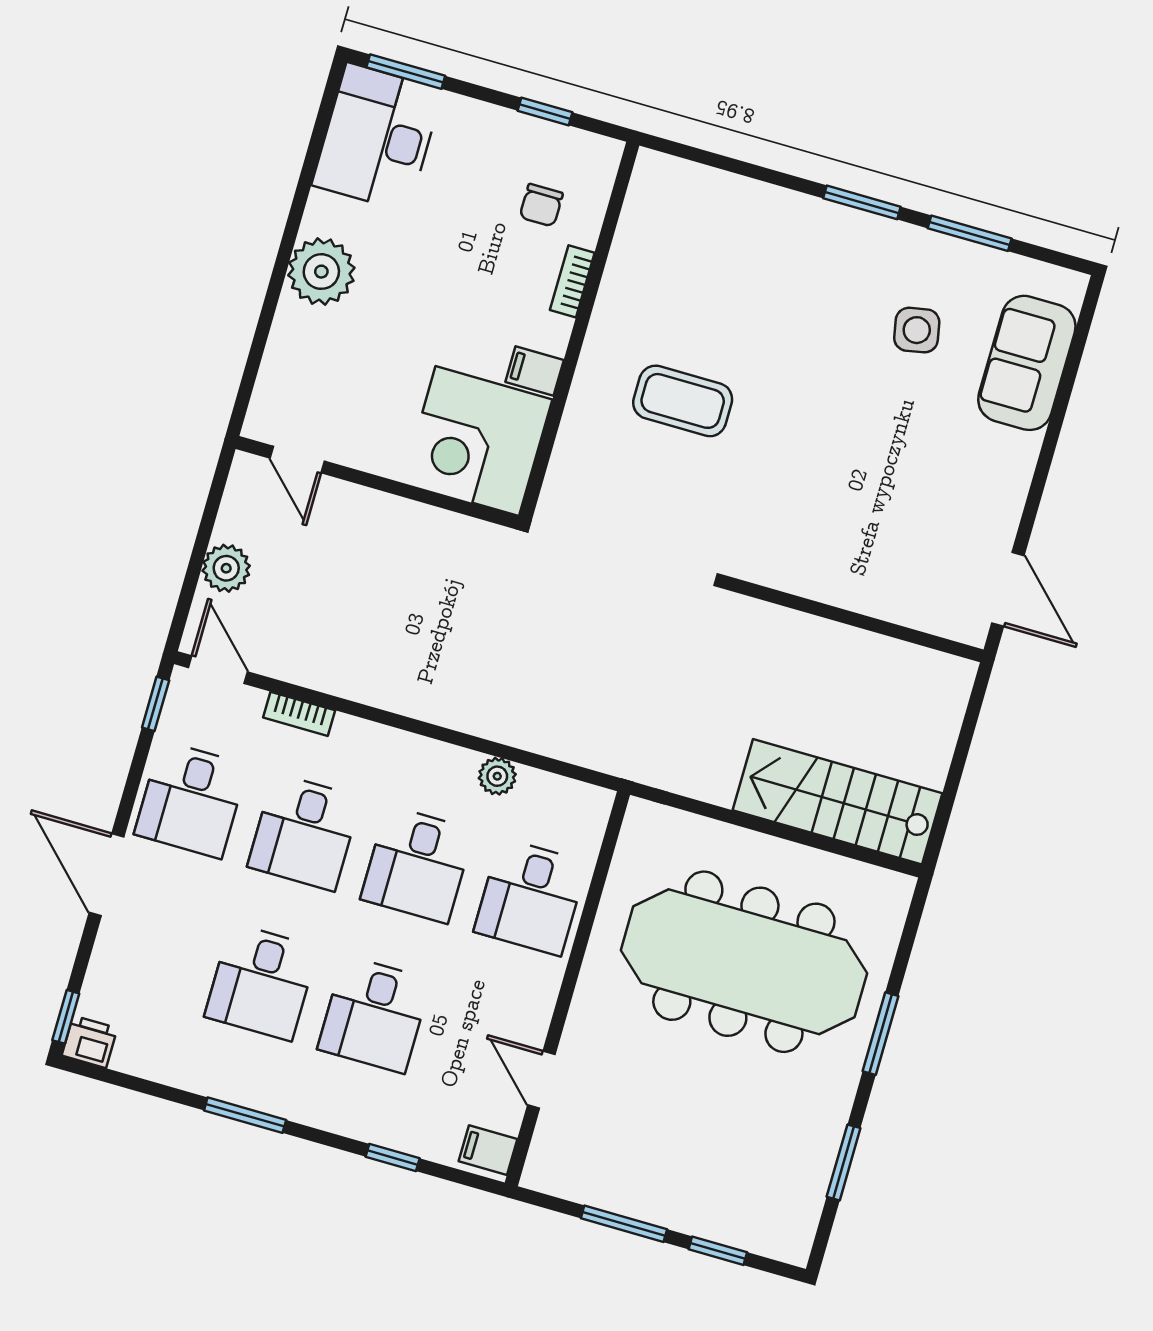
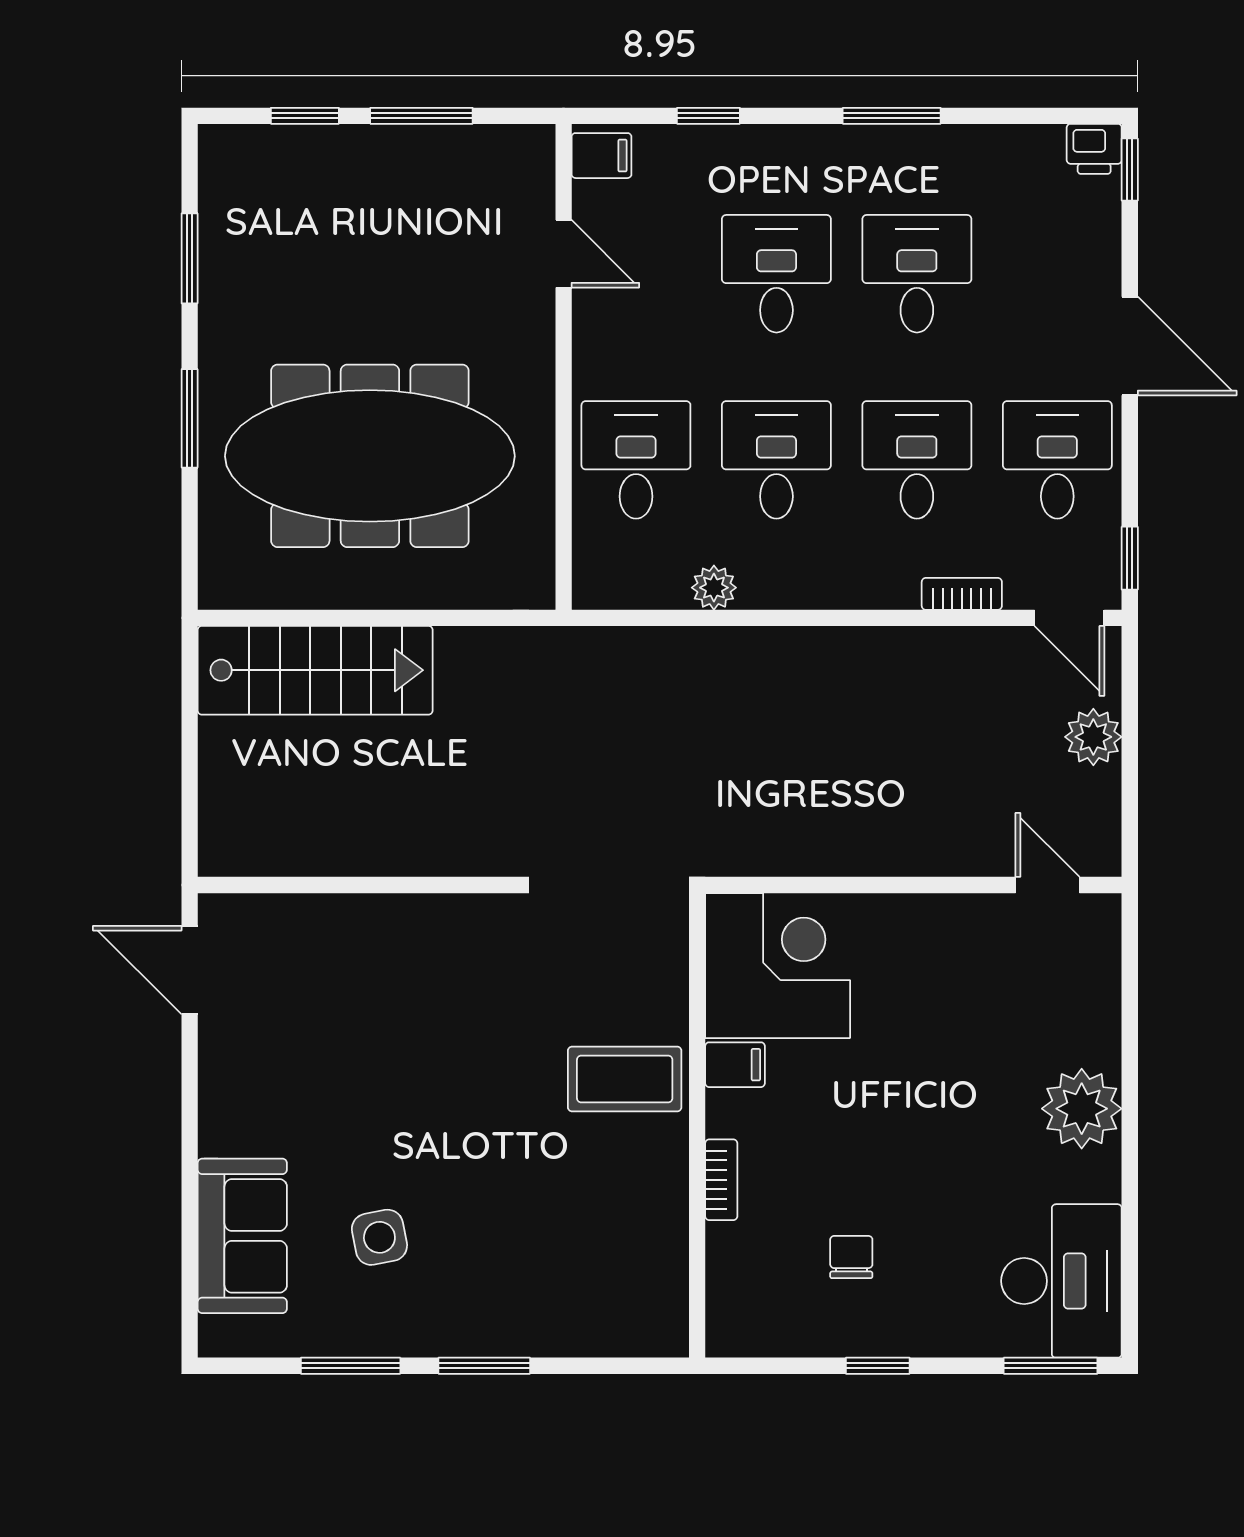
bookcase: (572, 281) -> (721, 1180), moved
wall: (579, 331) -> (697, 1125), moved
filing cabinet: (535, 371) -> (735, 1065), moved
corner desk: (477, 441) -> (778, 966), moved

